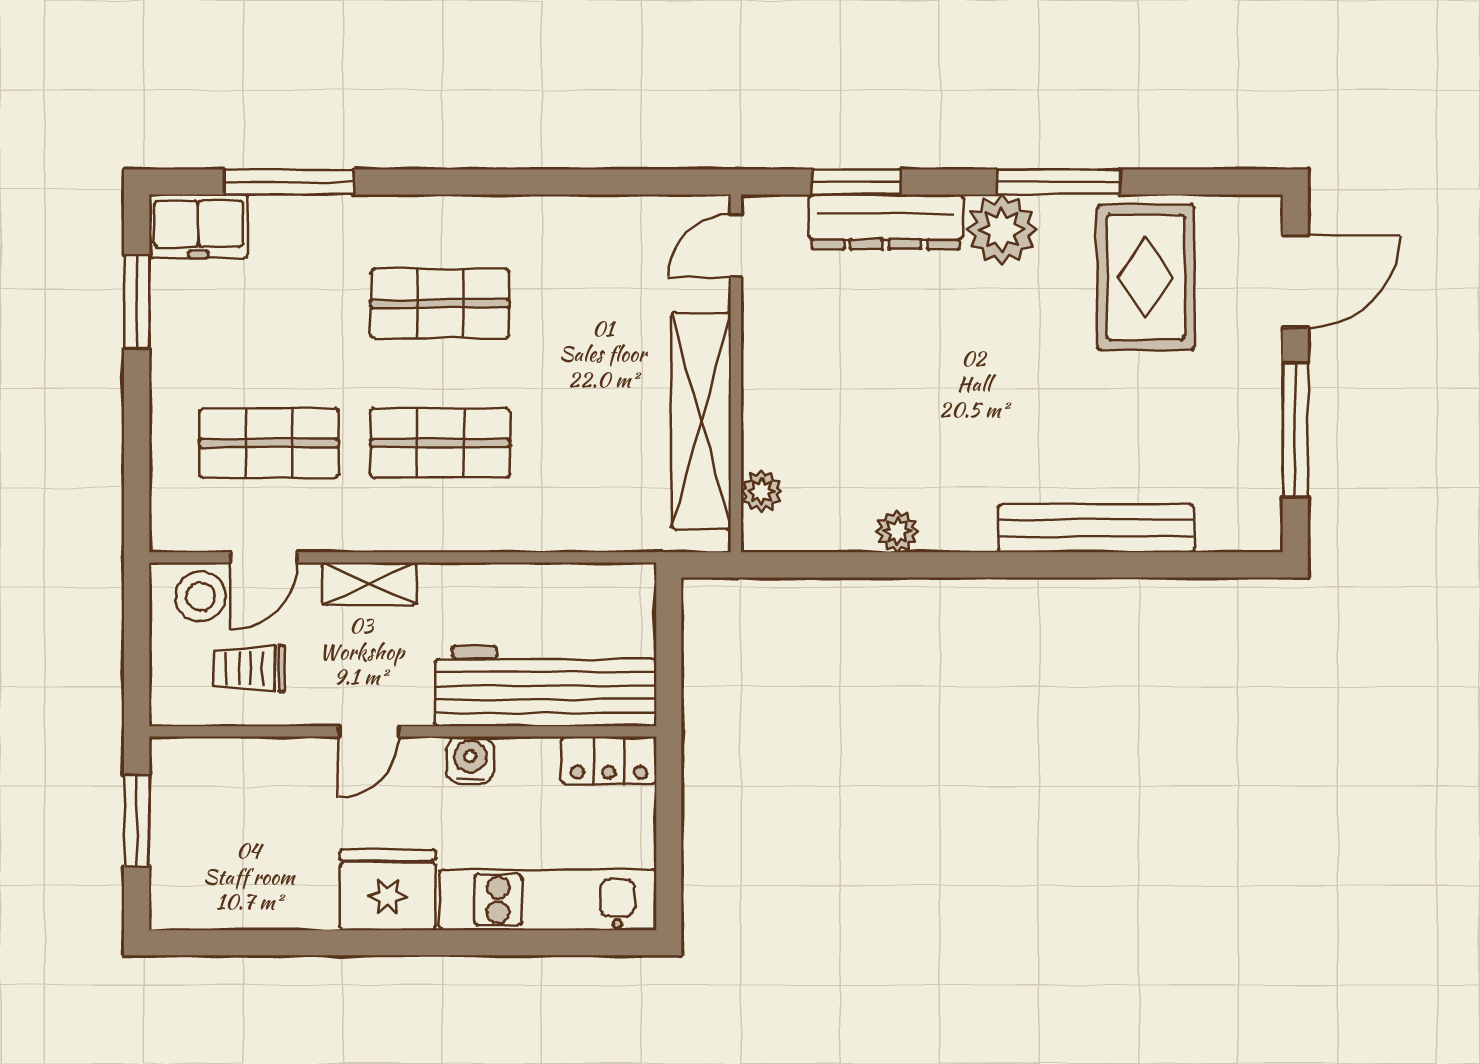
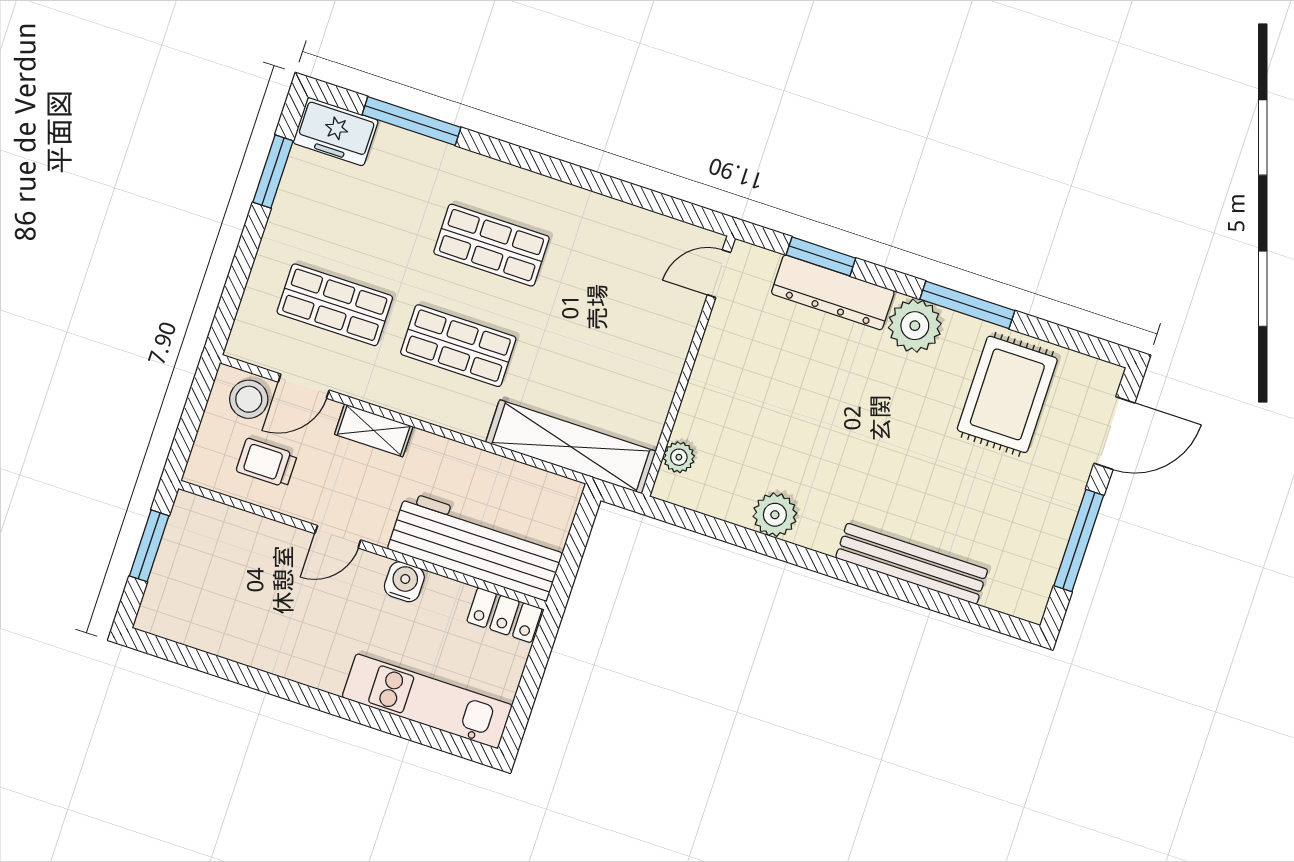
shelving: (701, 421) -> (571, 447), moved, turned 90
plant: (897, 531) -> (775, 515), width x1.38, depth x1.38
fridge: (388, 890) -> (314, 656), removed

